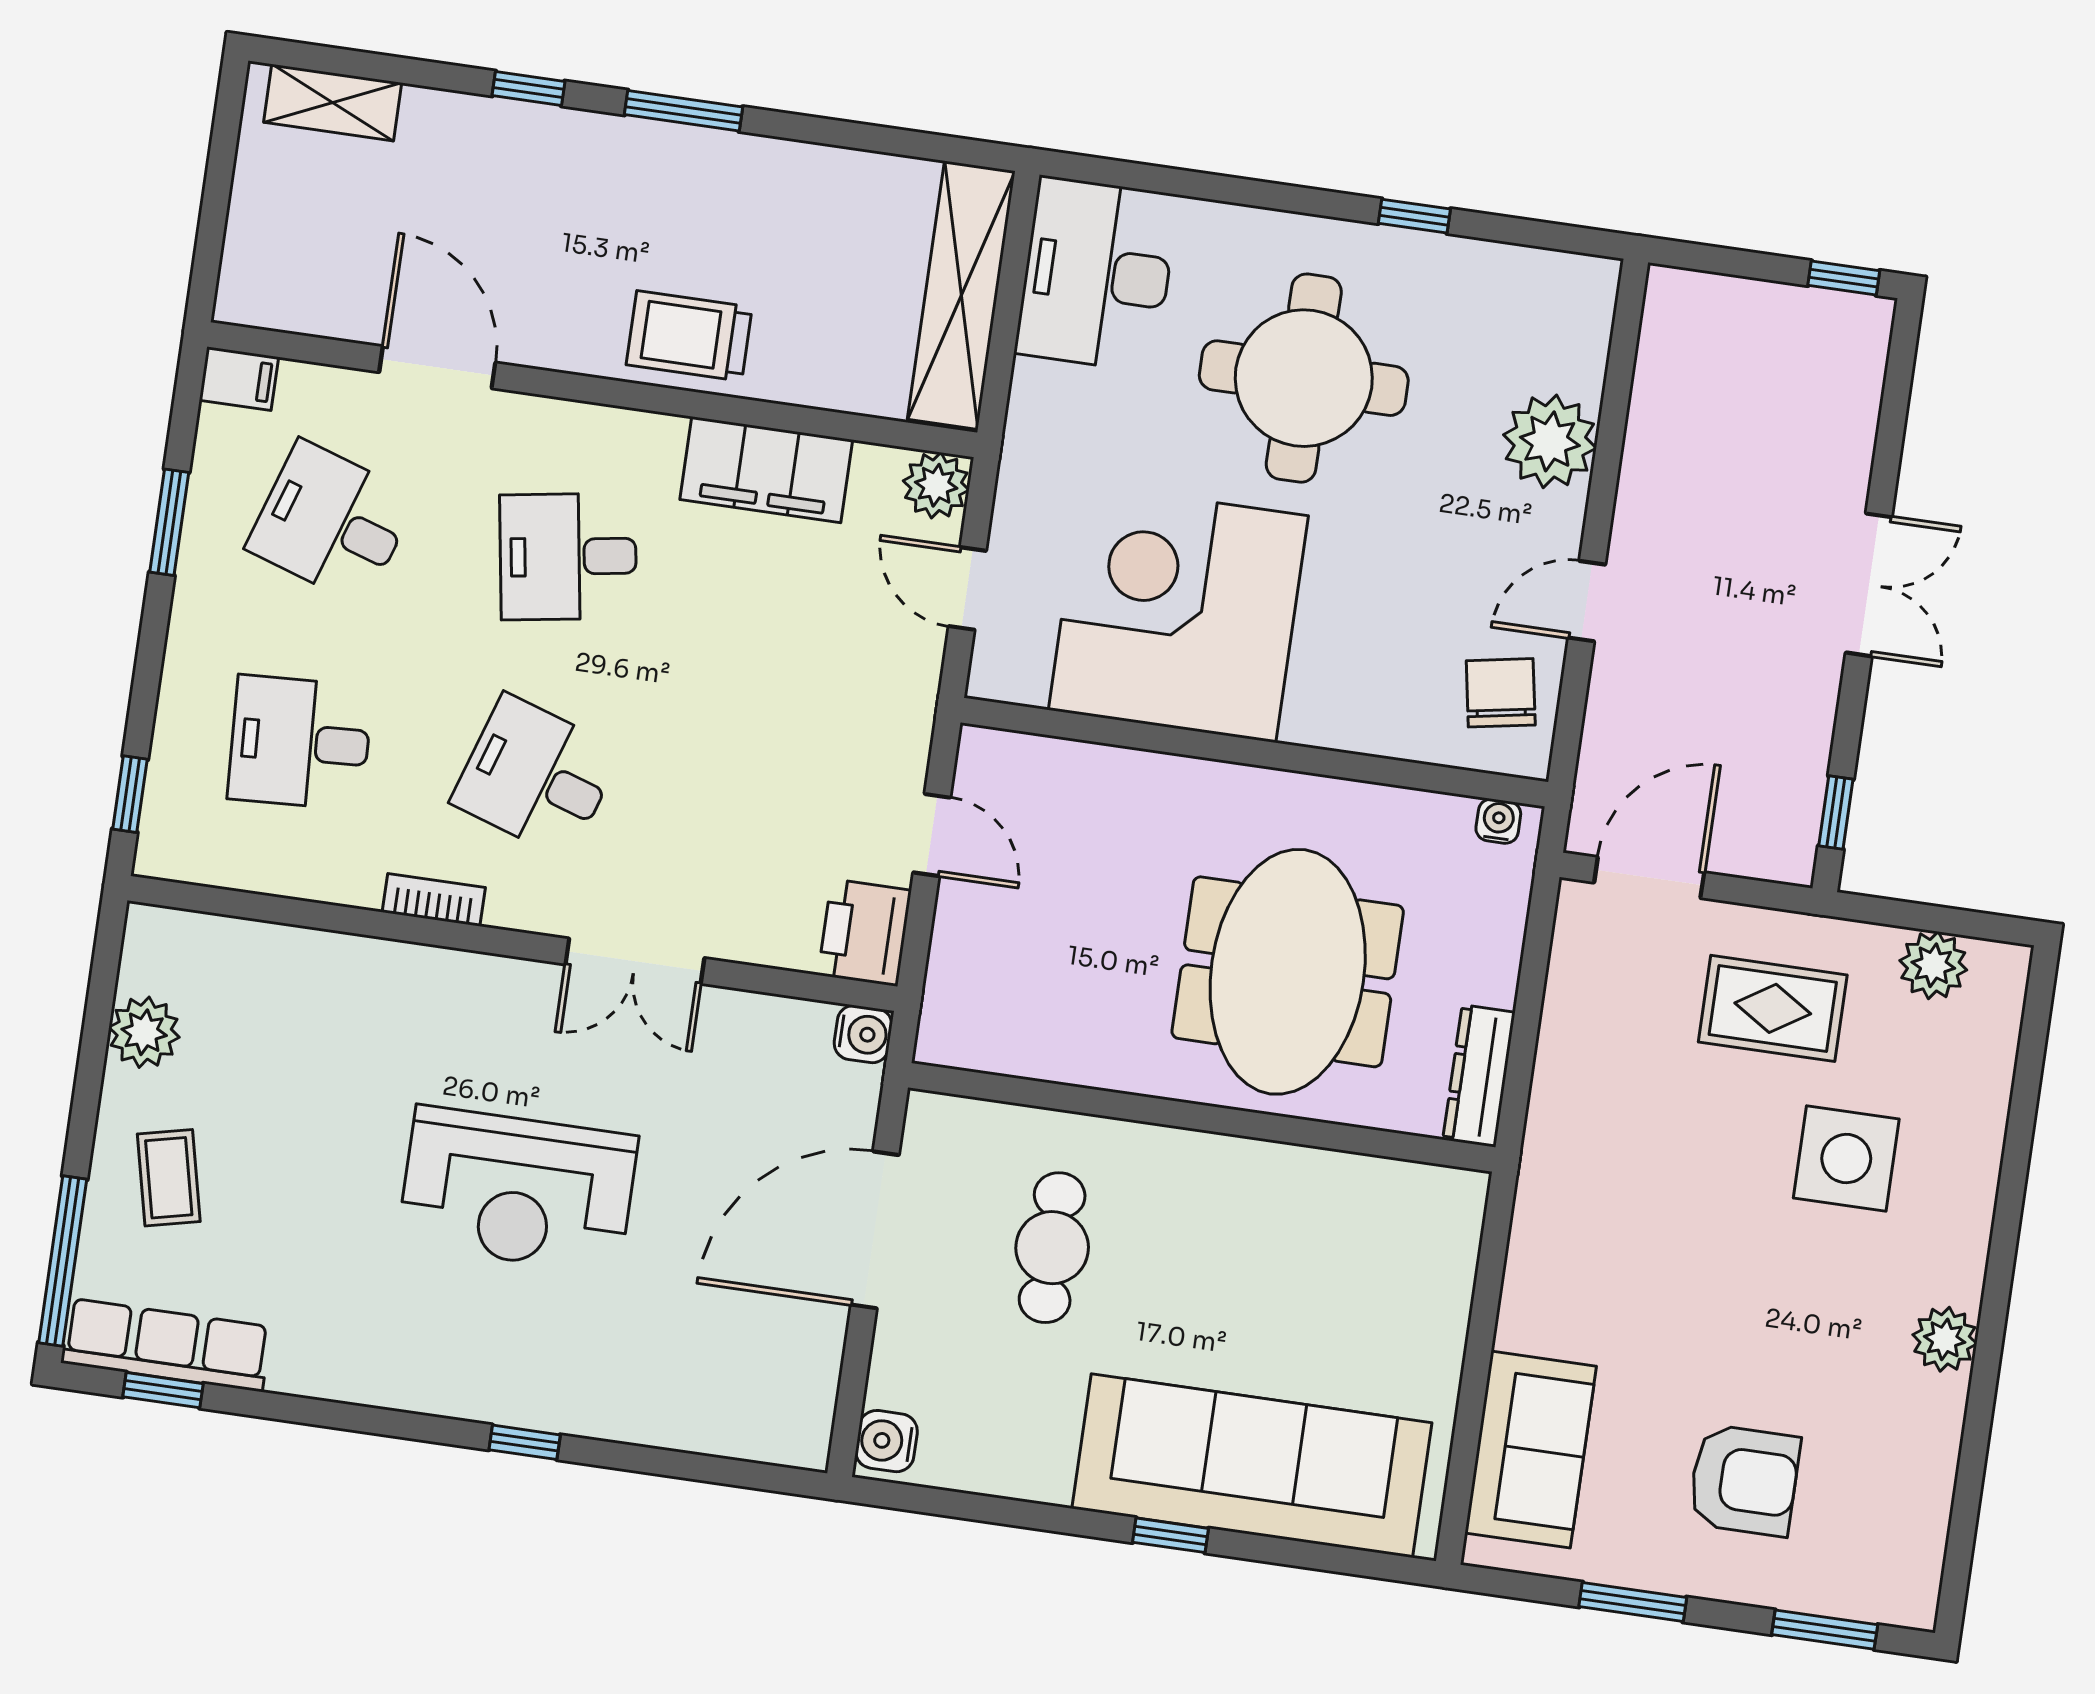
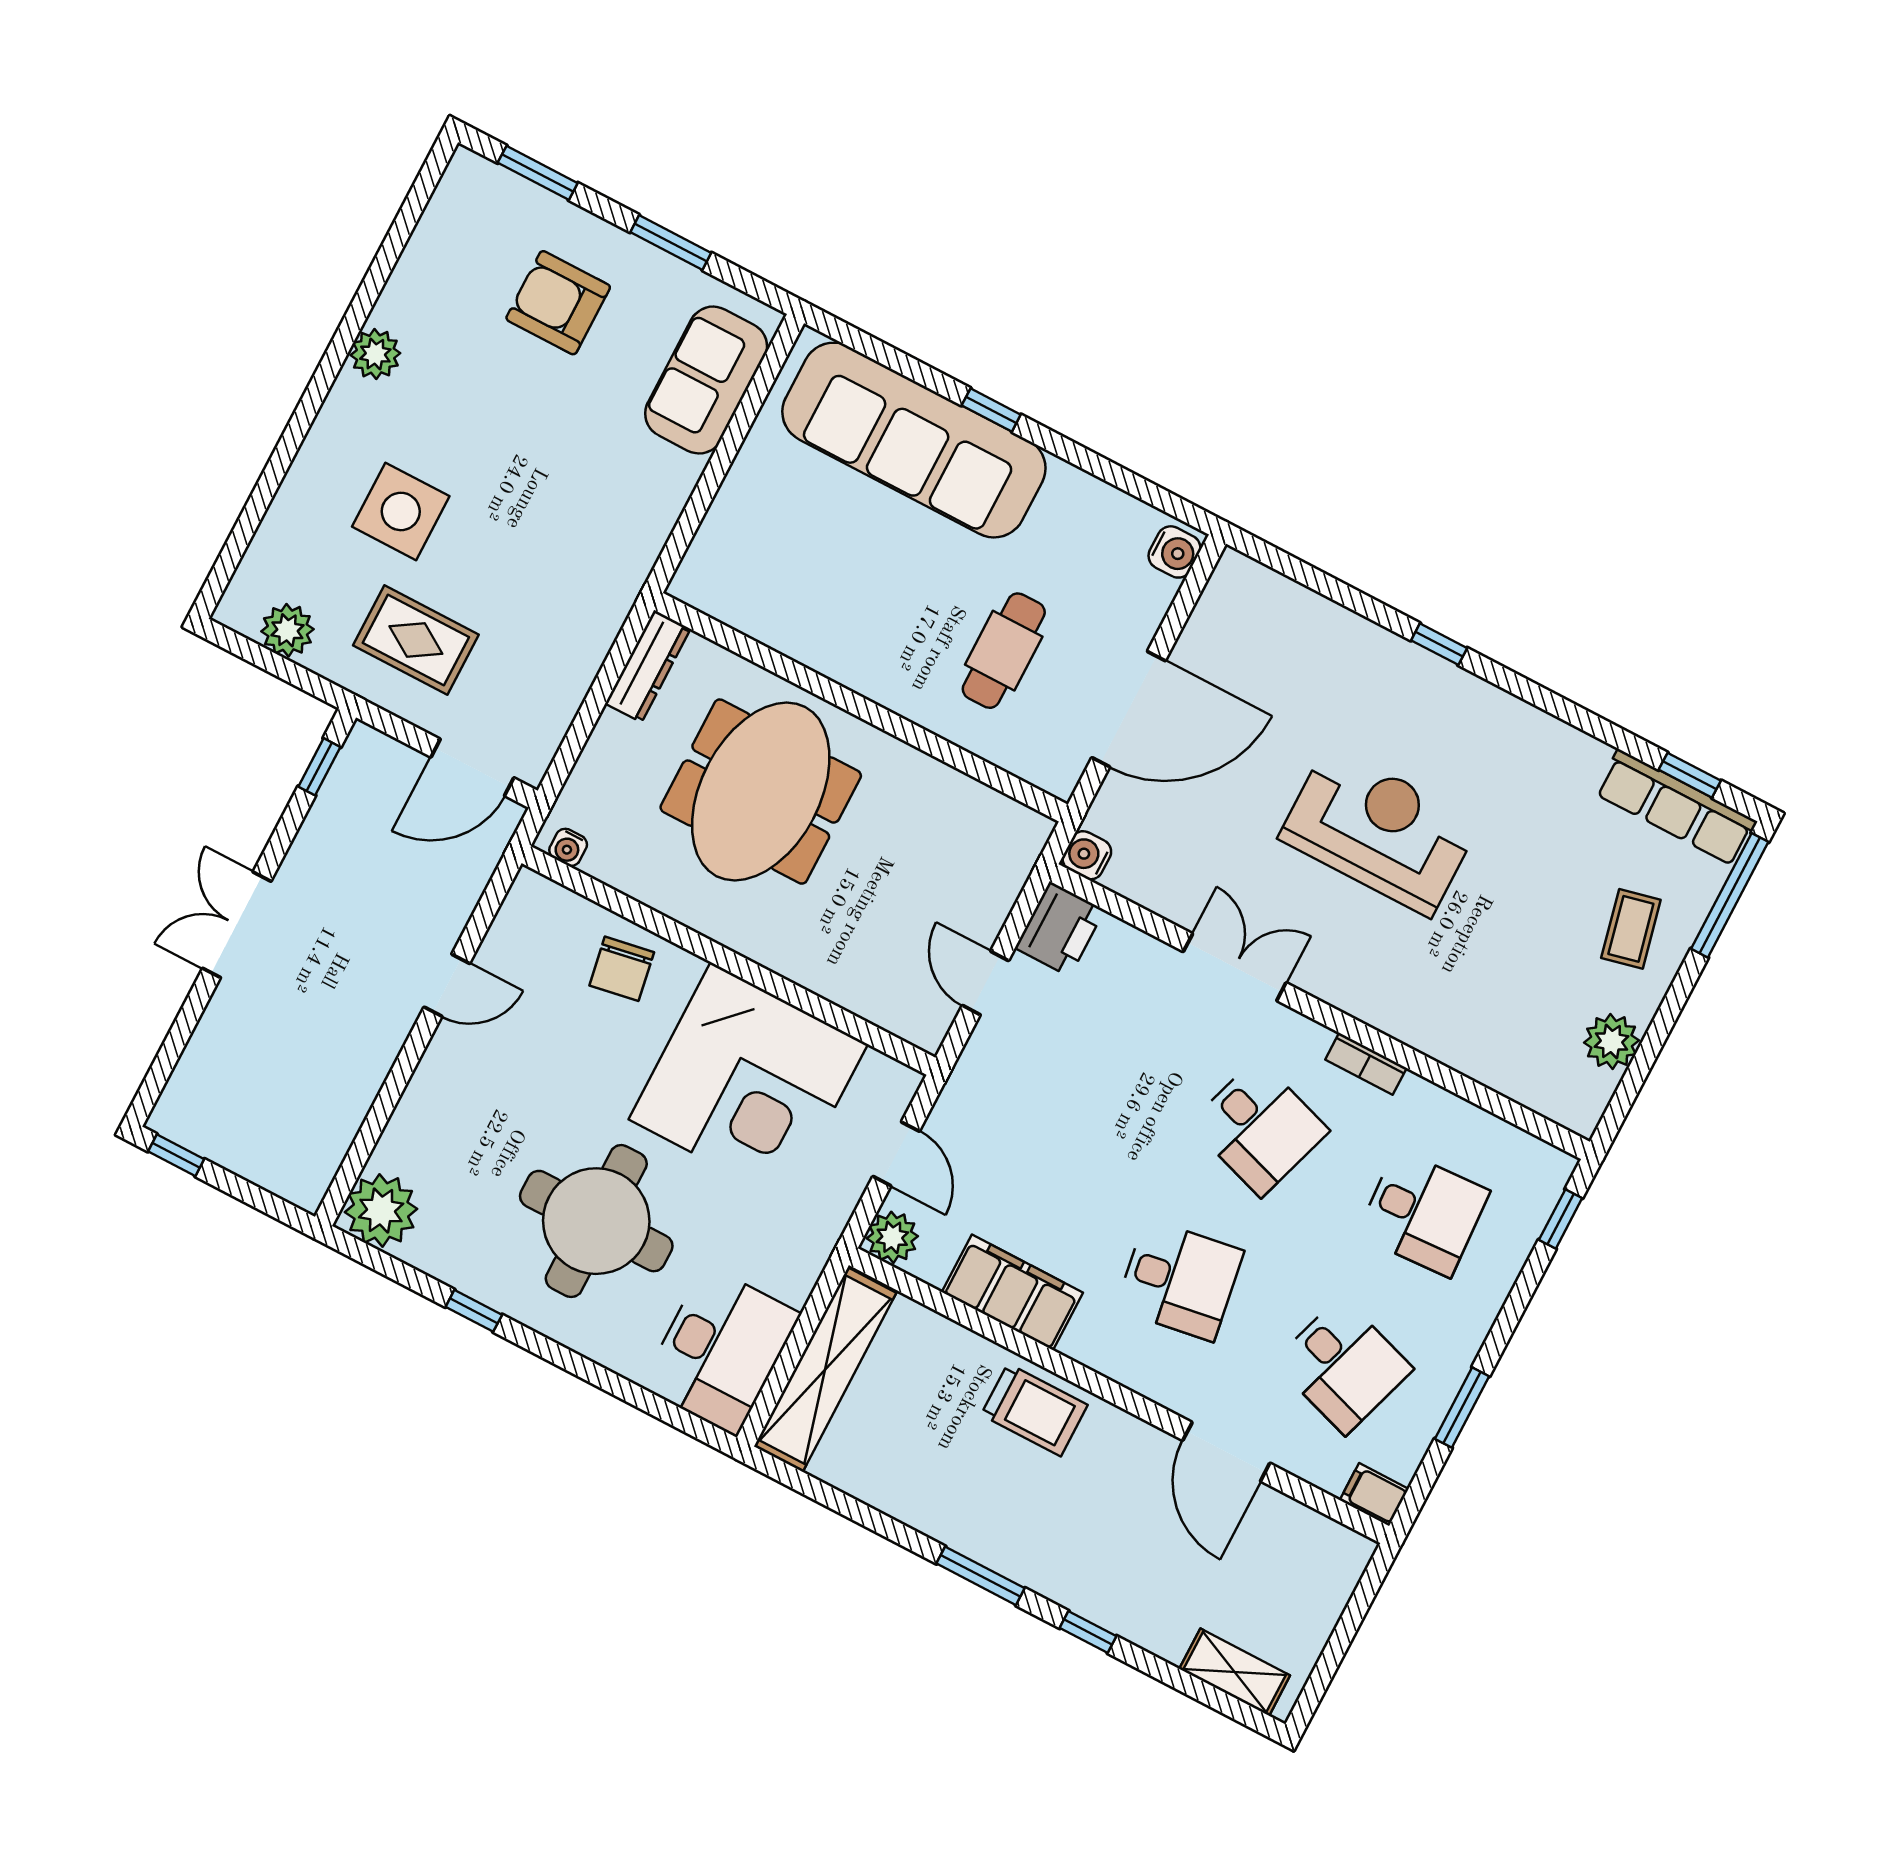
plant: (1550, 441) -> (381, 1211), moved
chair: (1501, 693) -> (622, 969), moved

